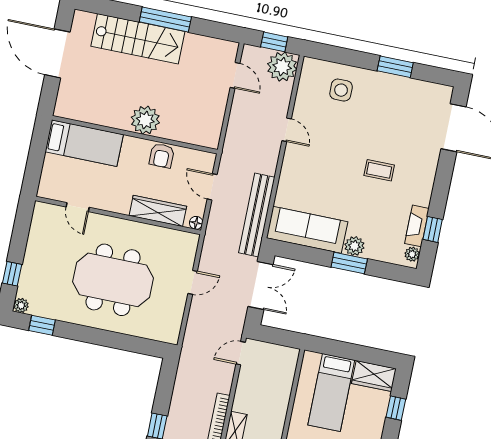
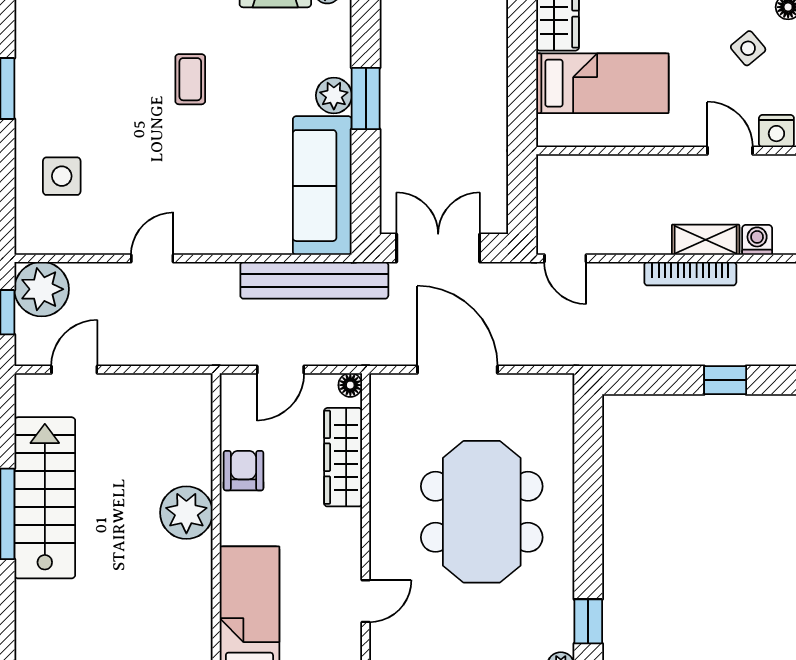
stairs: (138, 39) -> (45, 498), moved
armchair: (162, 156) -> (244, 471), turned -90
door: (193, 282) -> (457, 370), width x1.88

